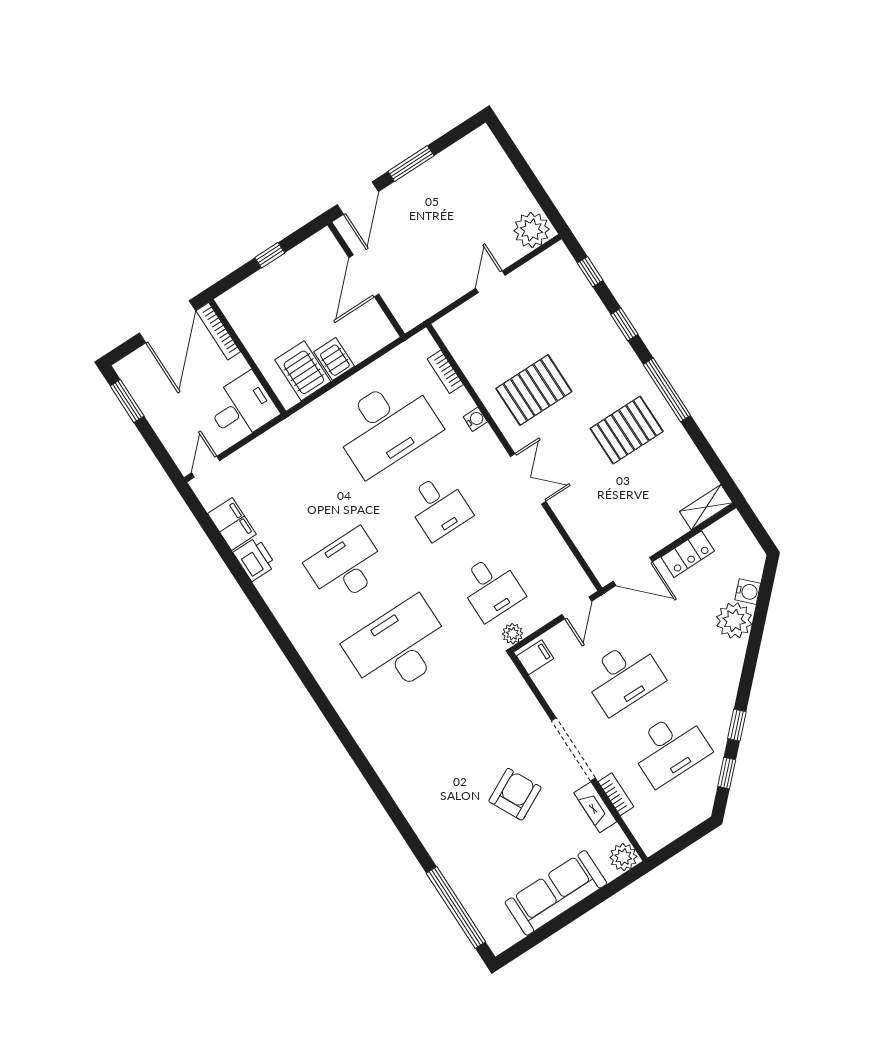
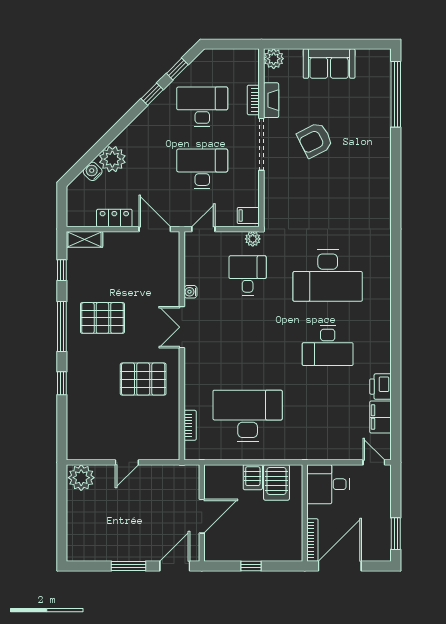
window: (590, 272) -> (62, 270), moved
water cooler: (475, 419) -> (191, 292), moved
door: (206, 467) -> (374, 462), swing flipped
desk: (438, 507) -> (248, 346), removed
sofa: (556, 893) -> (329, 64), width x0.73

